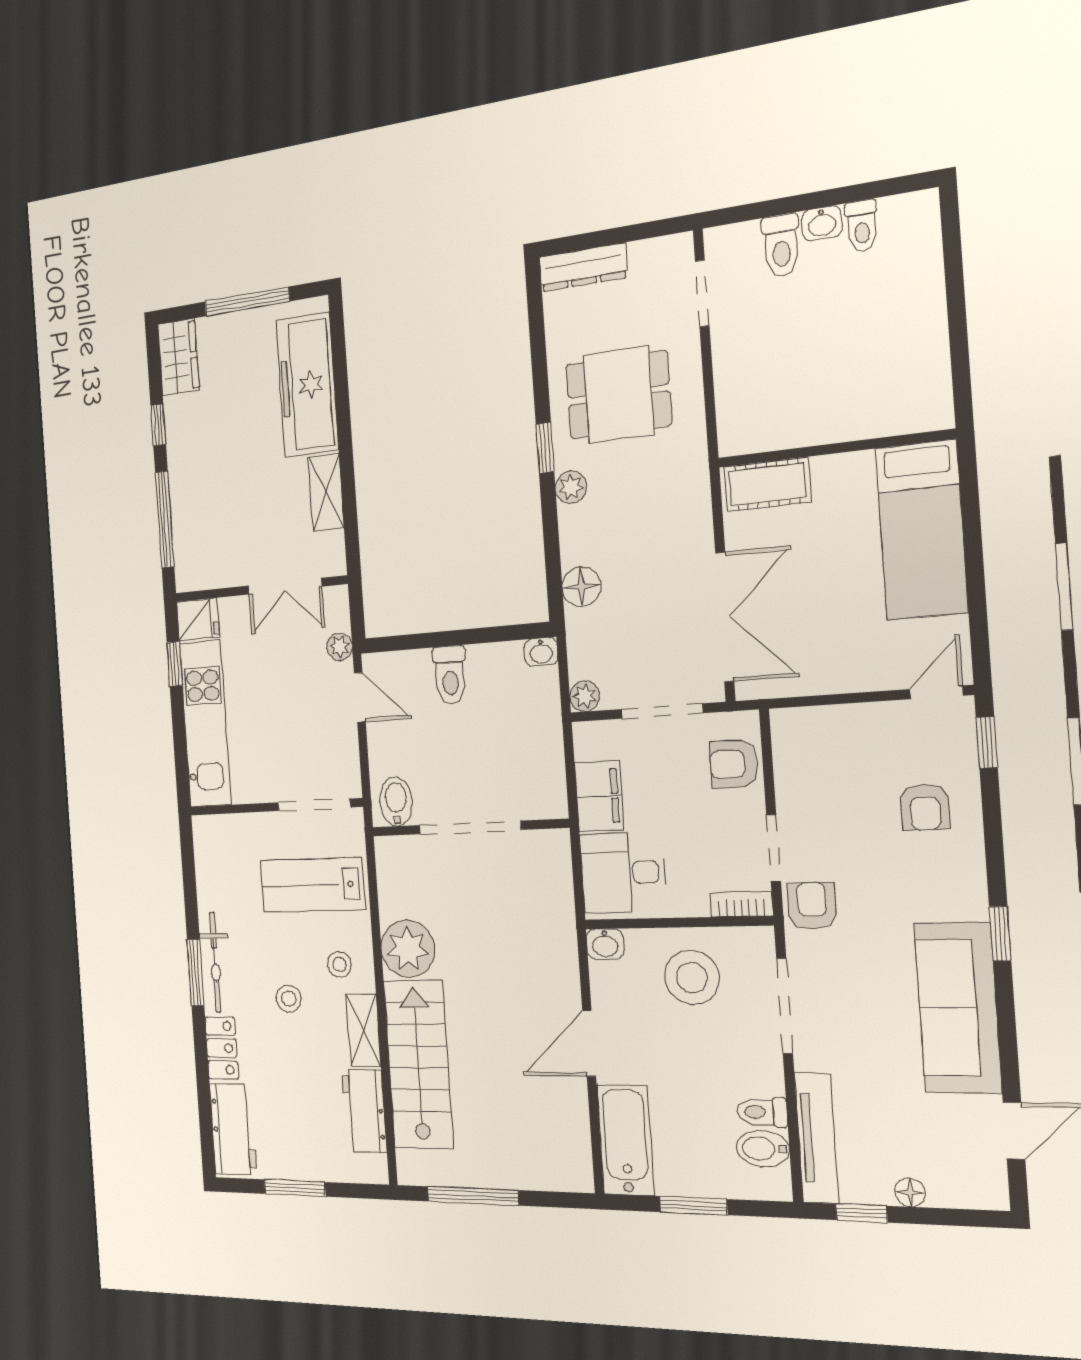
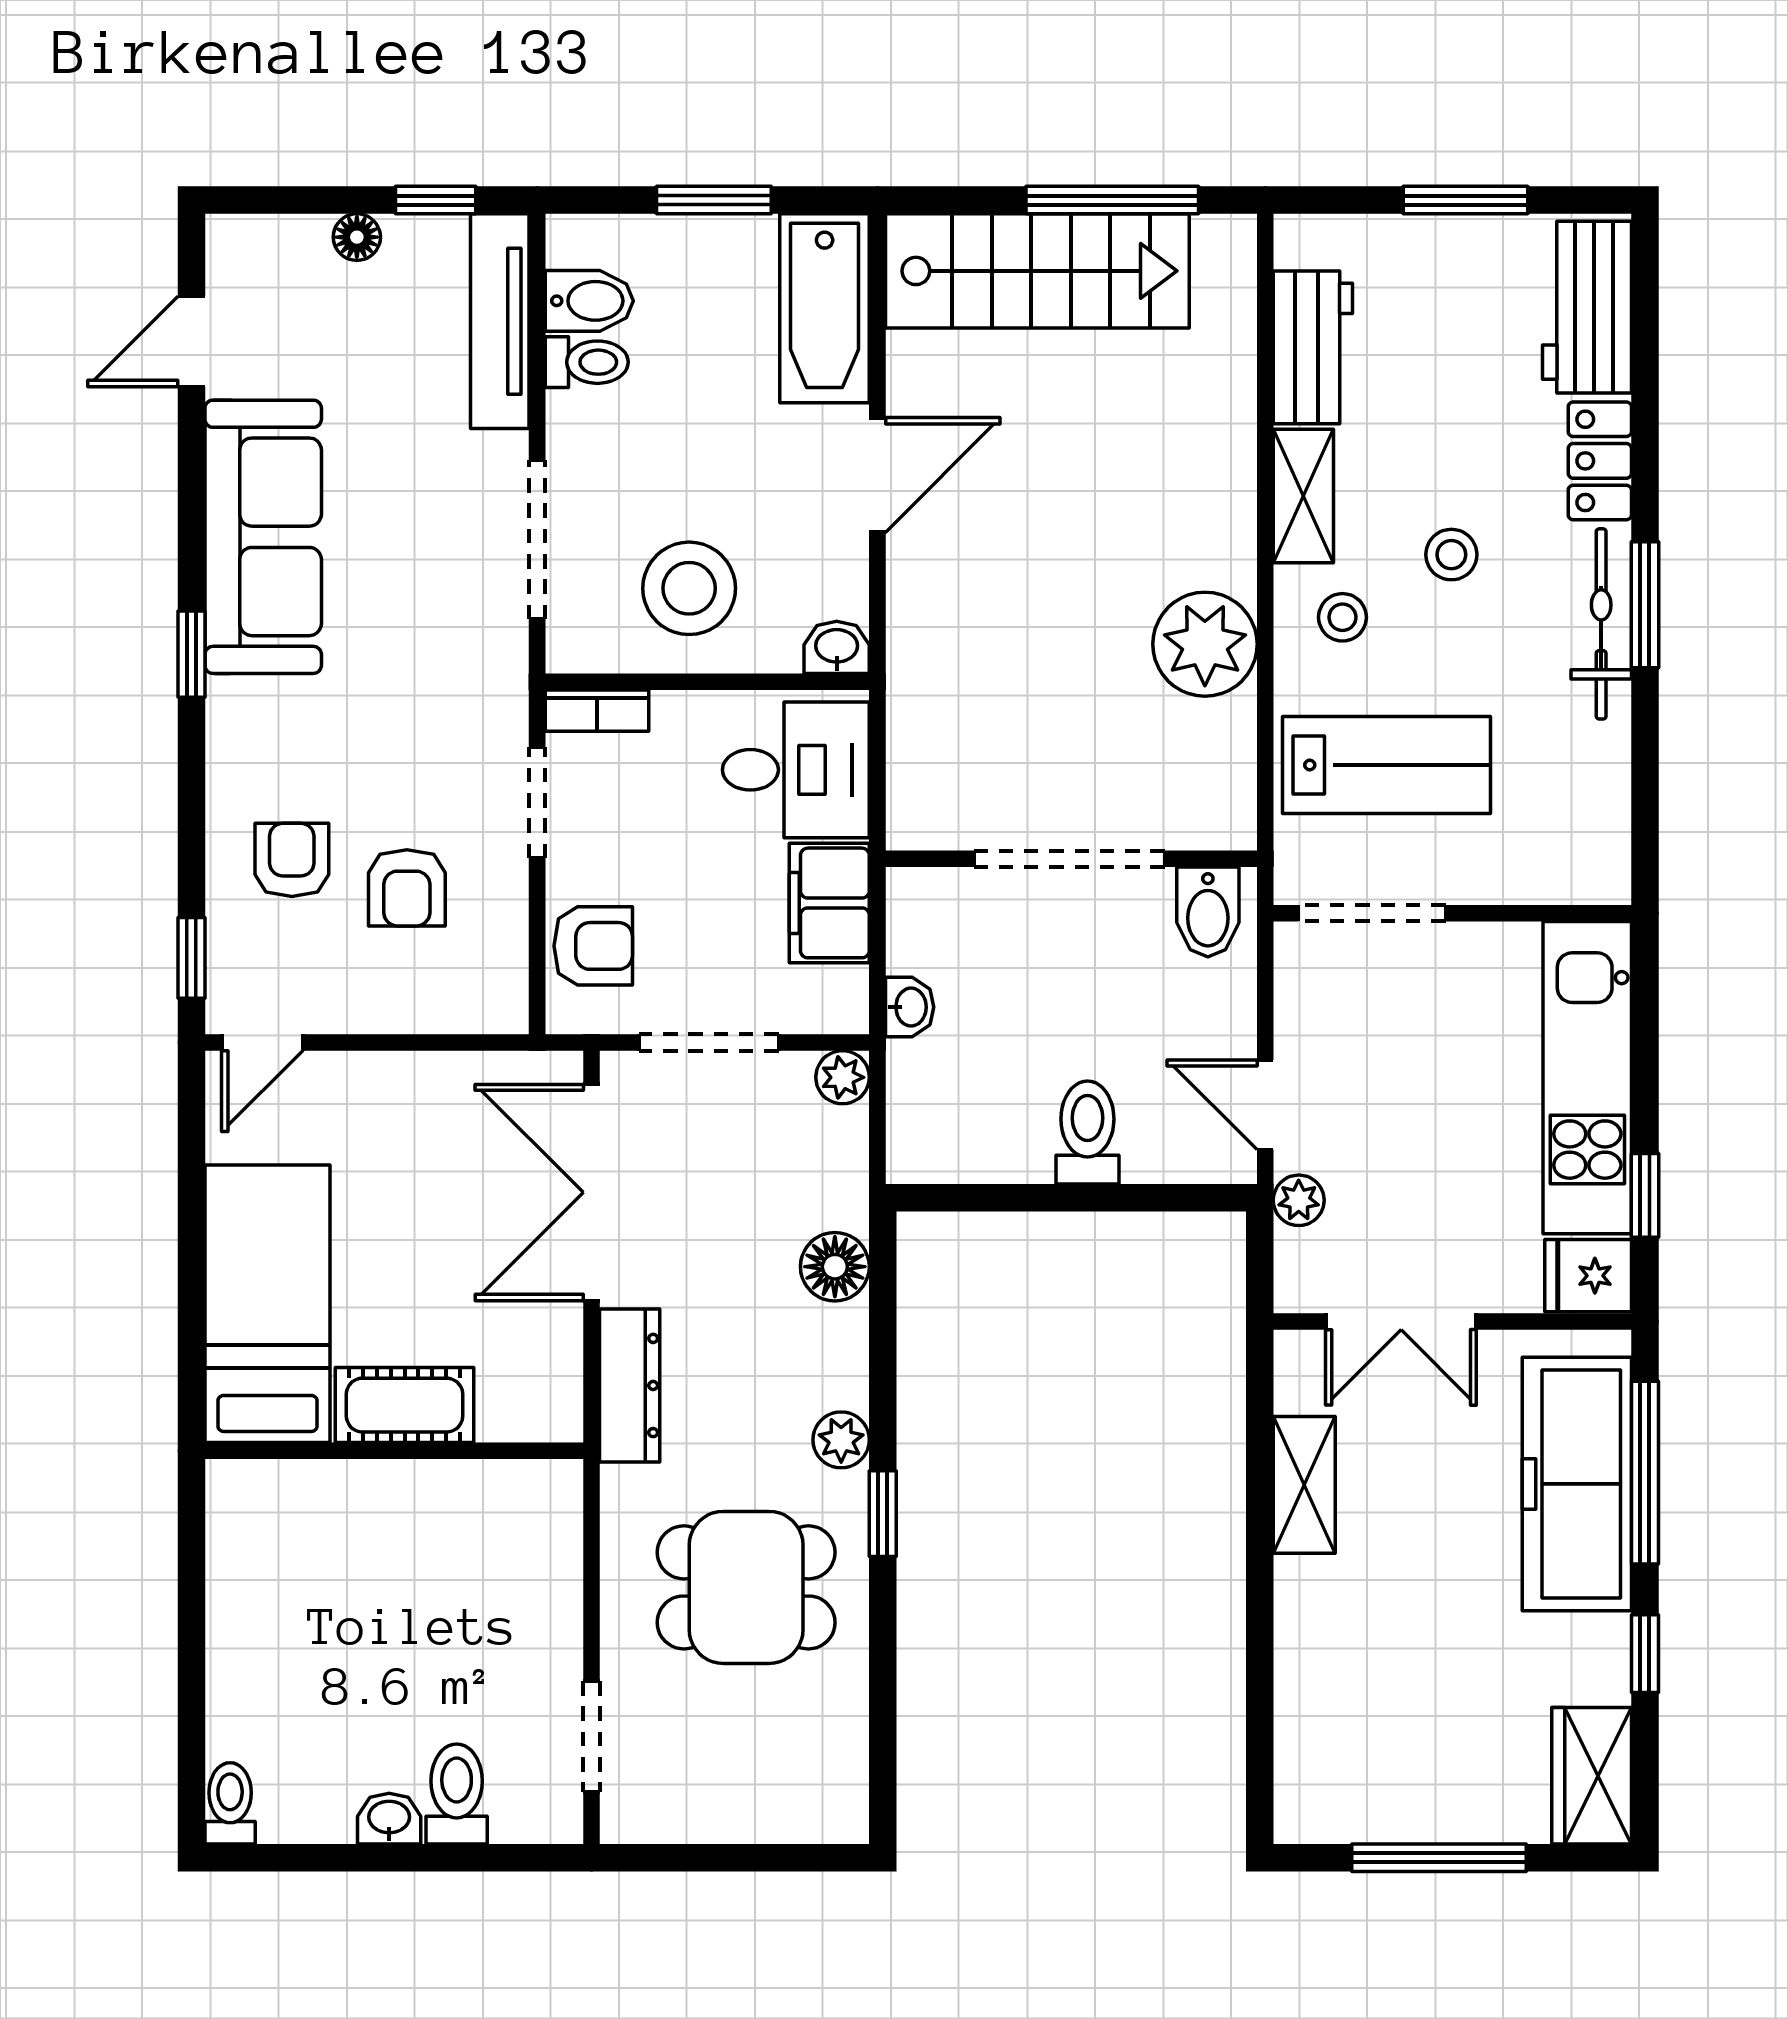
toilet: (862, 226) -> (230, 1803), moved
dresser: (583, 267) -> (630, 1385), moved, turned 90
freezer: (307, 385) -> (1577, 1484), moved, turned 180
cot: (767, 484) -> (405, 1405), moved
double door: (285, 586) -> (1401, 1321), swing flipped
washbasin: (541, 652) -> (910, 1007), moved, turned 90
armchair: (812, 906) -> (407, 888), moved
stairs: (418, 1064) -> (1037, 271), moved, turned -90

